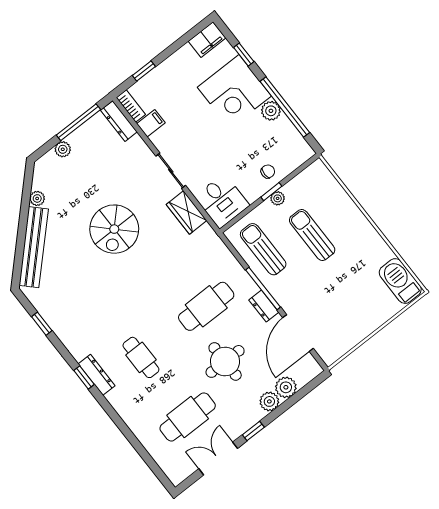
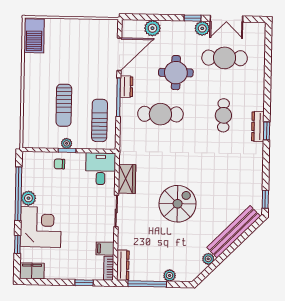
sun lounger: (263, 249) -> (100, 120), turned 180
window: (42, 324) -> (265, 199), moved
plant: (269, 401) -> (202, 28), moved

